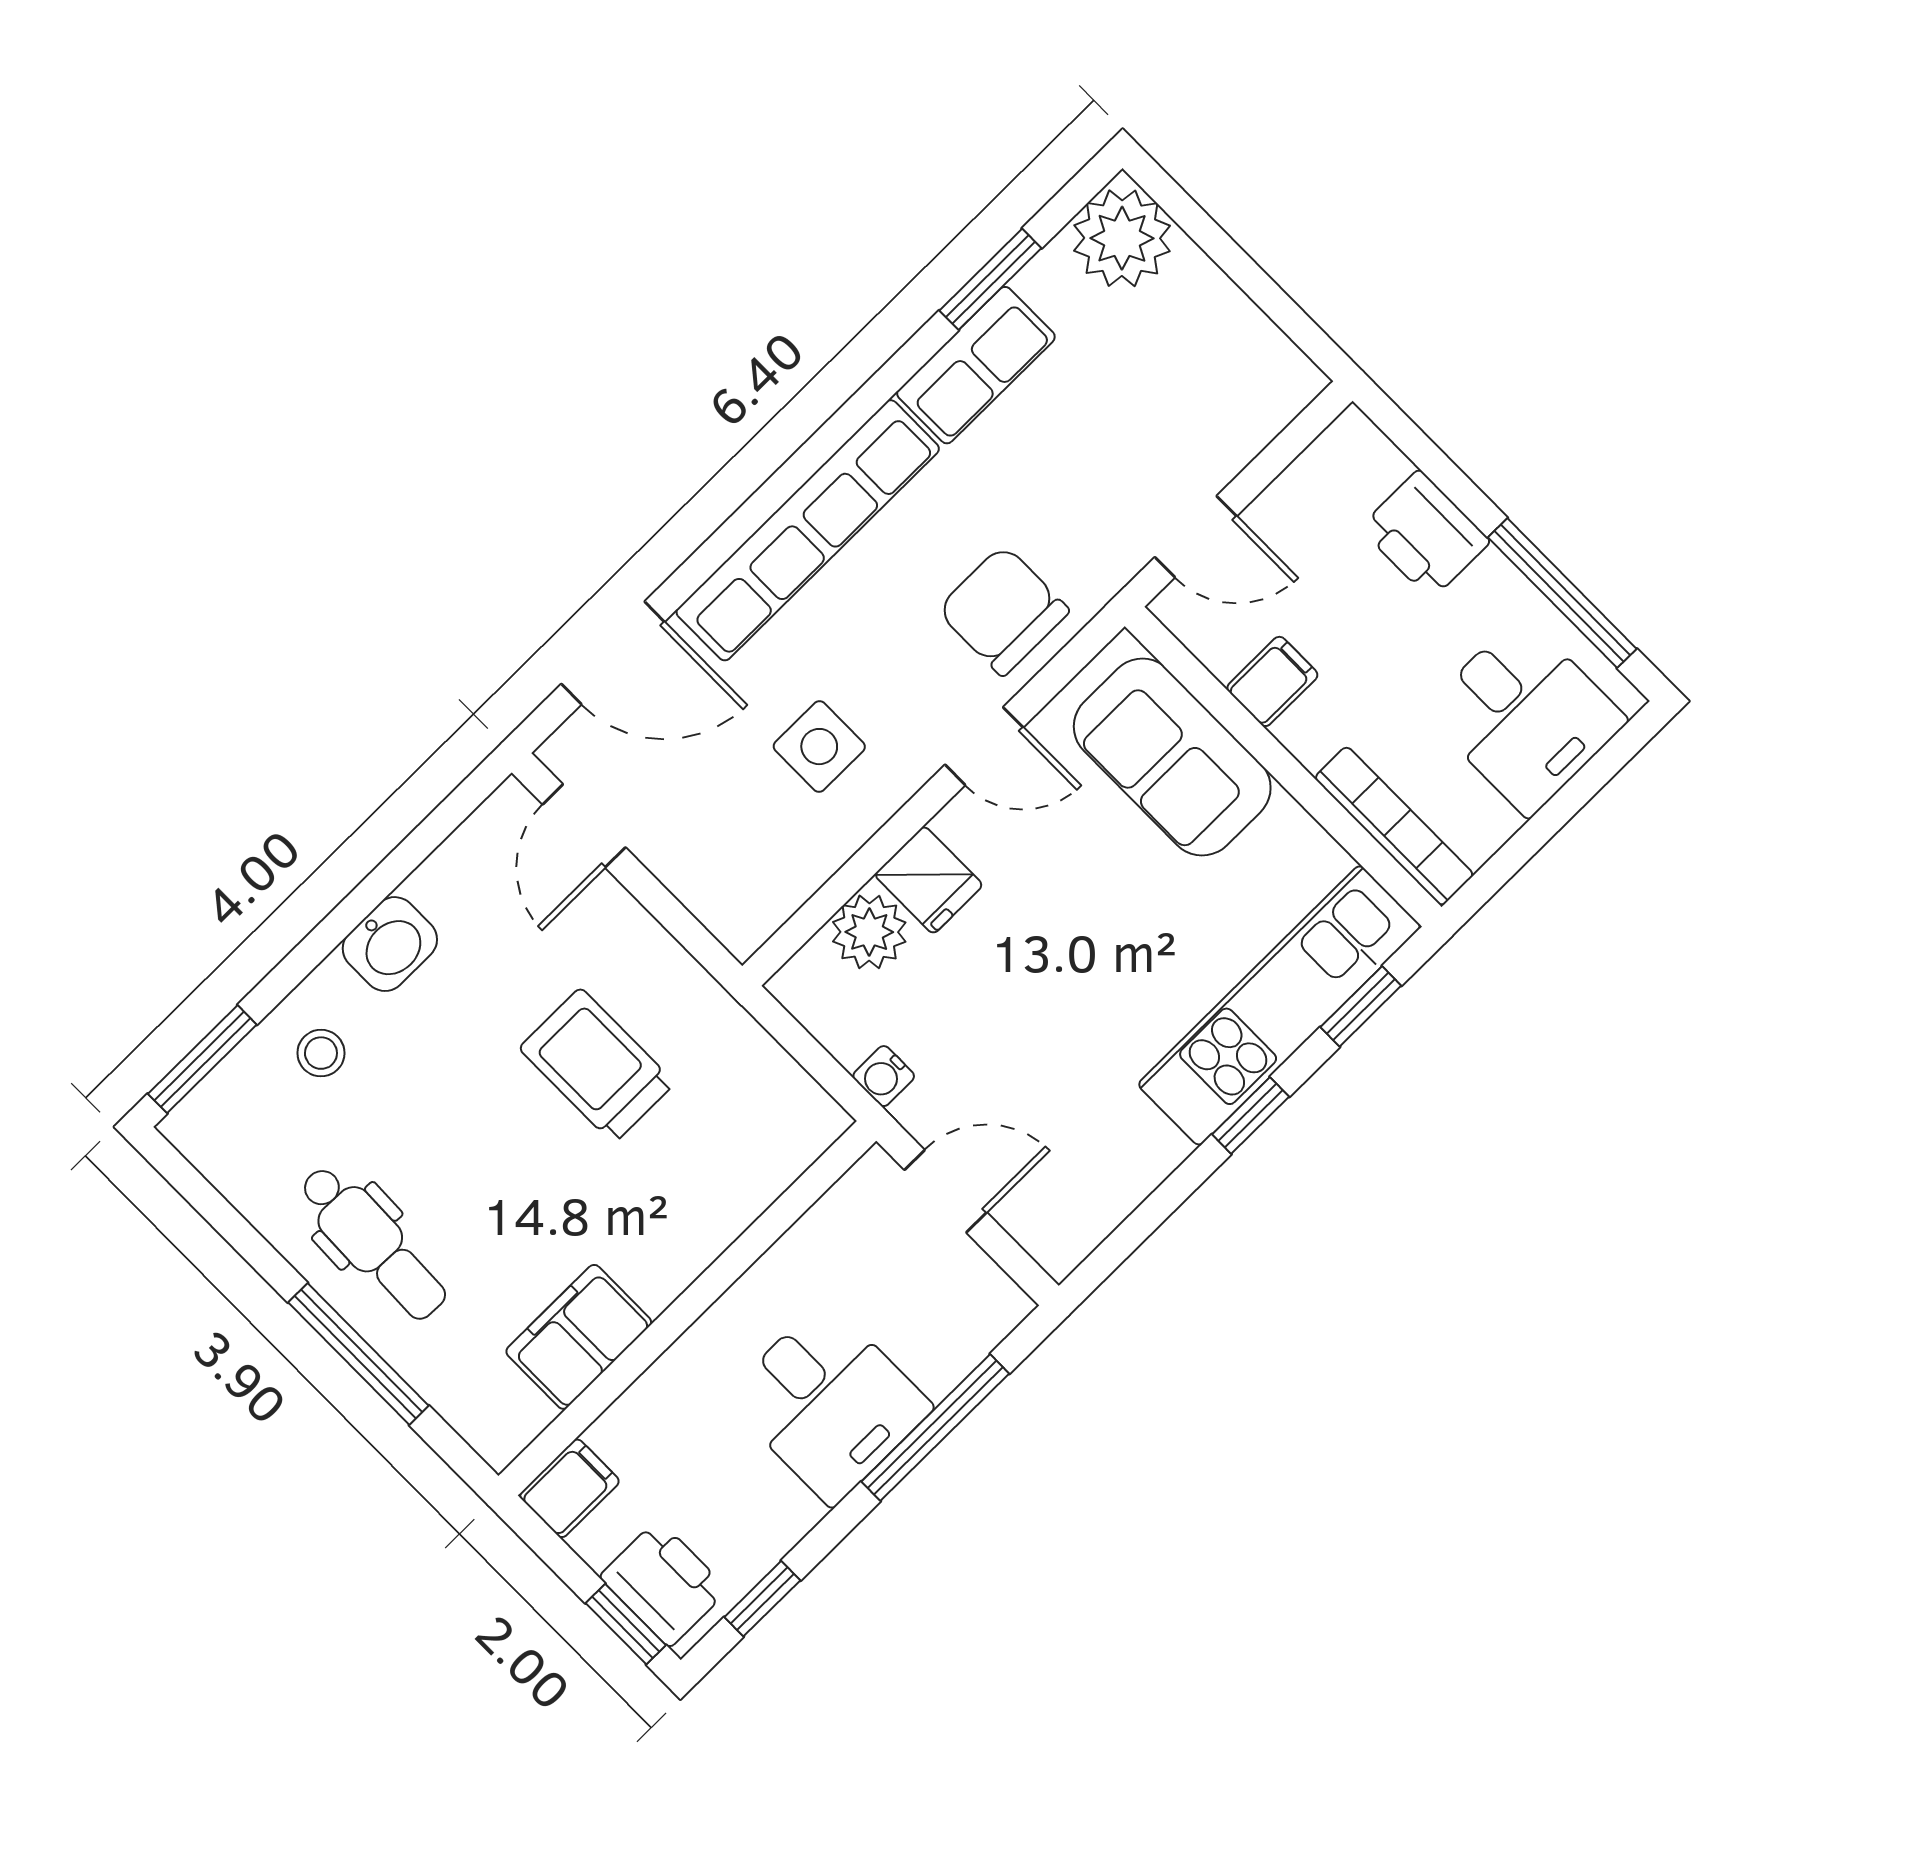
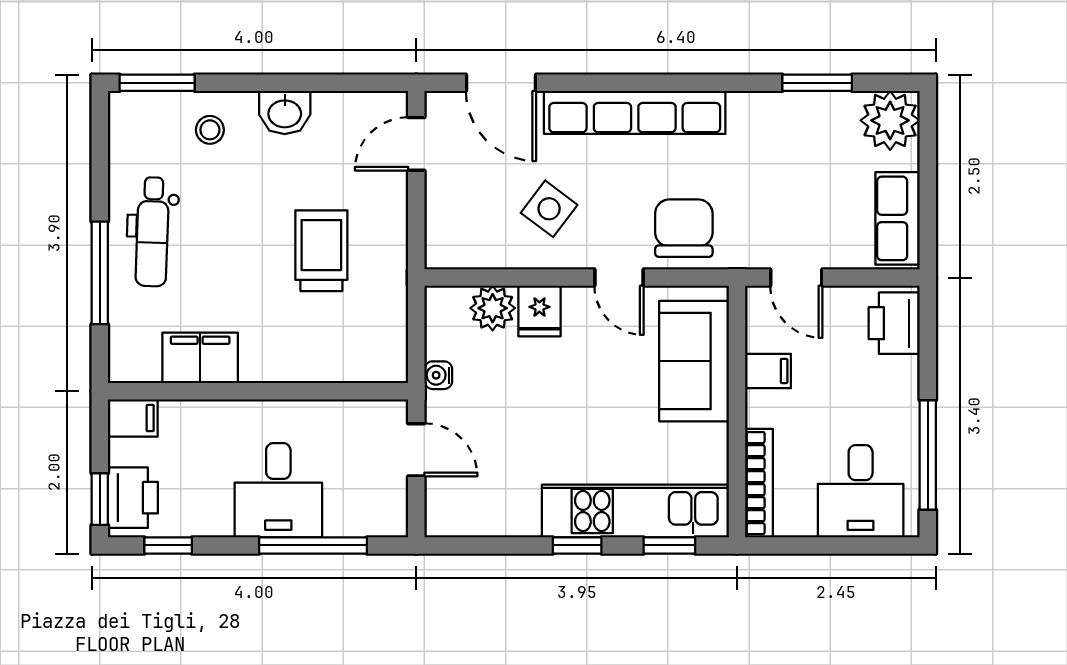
row of seats: (976, 365) -> (897, 218), moved, turned 90
printer: (1425, 535) -> (894, 323), moved
side table: (819, 747) -> (549, 209), turned 37

